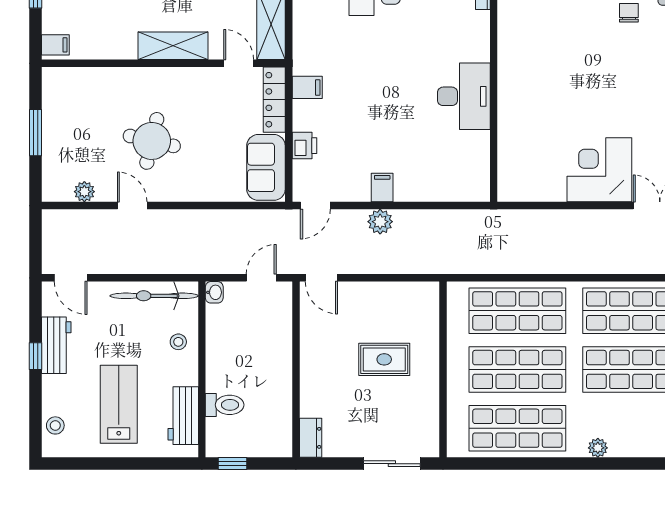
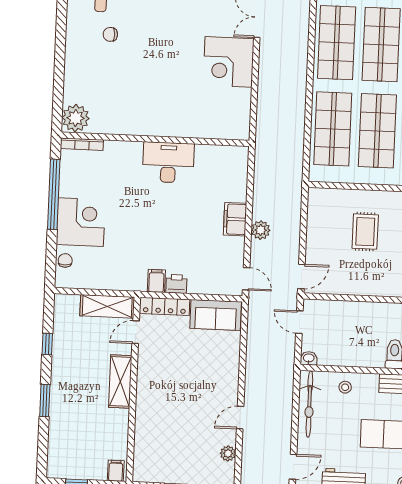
round table: (152, 141) -> (192, 401), removed
printer: (304, 146) -> (176, 284), moved
filing cabinet: (382, 187) -> (235, 219), width x2.00

